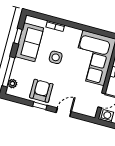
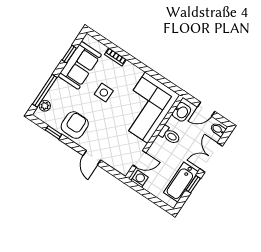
window: (40, 106) -> (54, 132), moved
door: (64, 112) -> (92, 158), swing flipped

